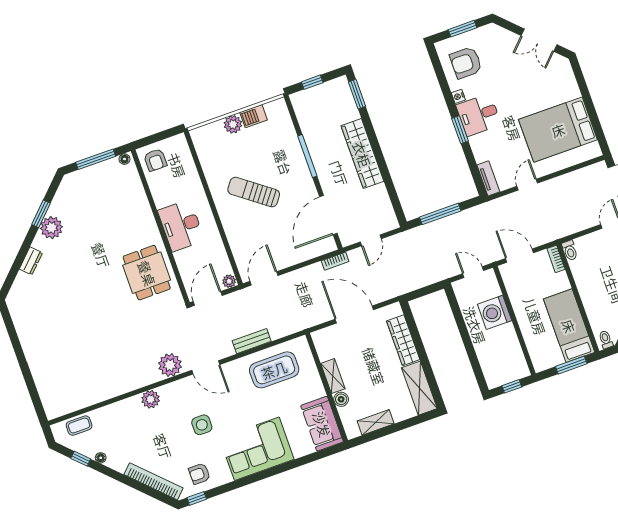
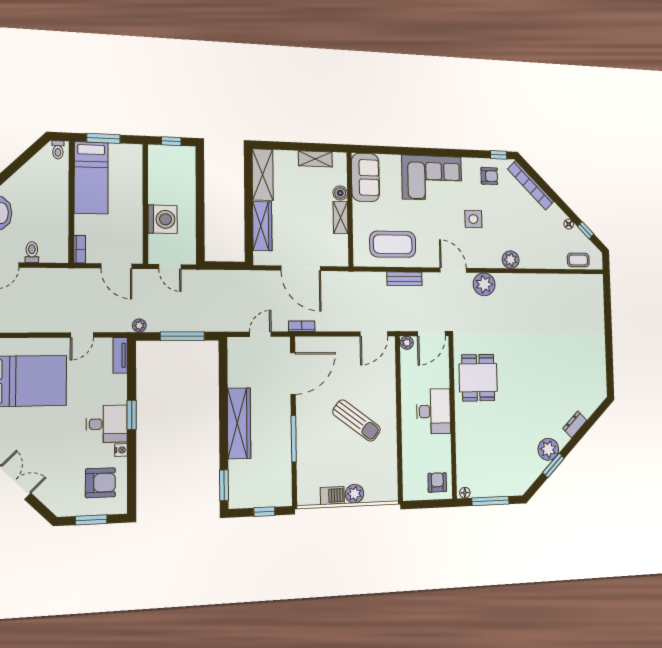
plant: (481, 210) -> (139, 326), added
toilet: (570, 250) -> (32, 252), moved

